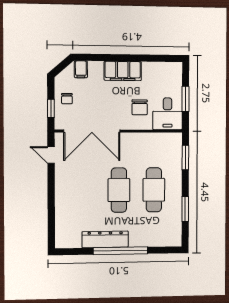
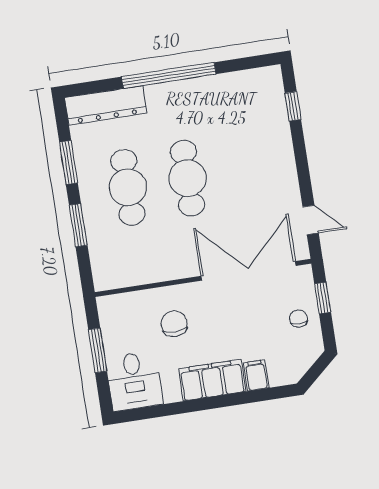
filing cabinet: (81, 69) -> (256, 375), moved
desk: (167, 114) -> (134, 381), moved, turned 180
window: (185, 158) -> (78, 225), moved
window: (51, 223) -> (293, 106), added
dresser: (105, 239) -> (106, 105), moved

